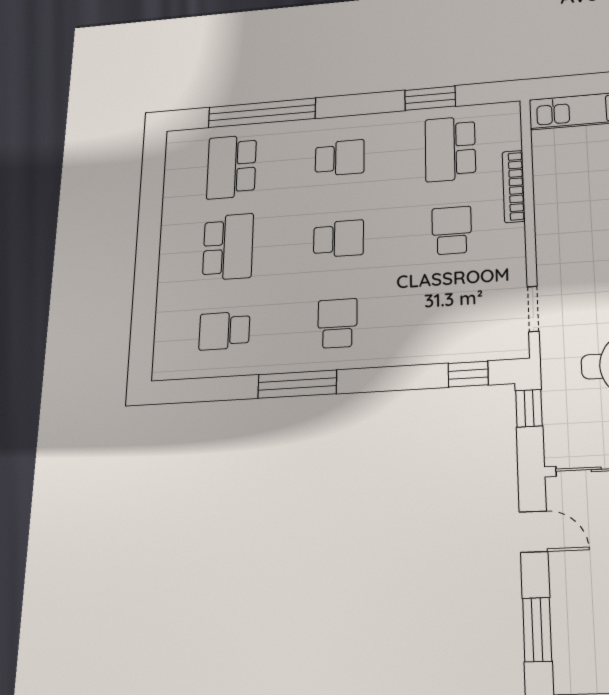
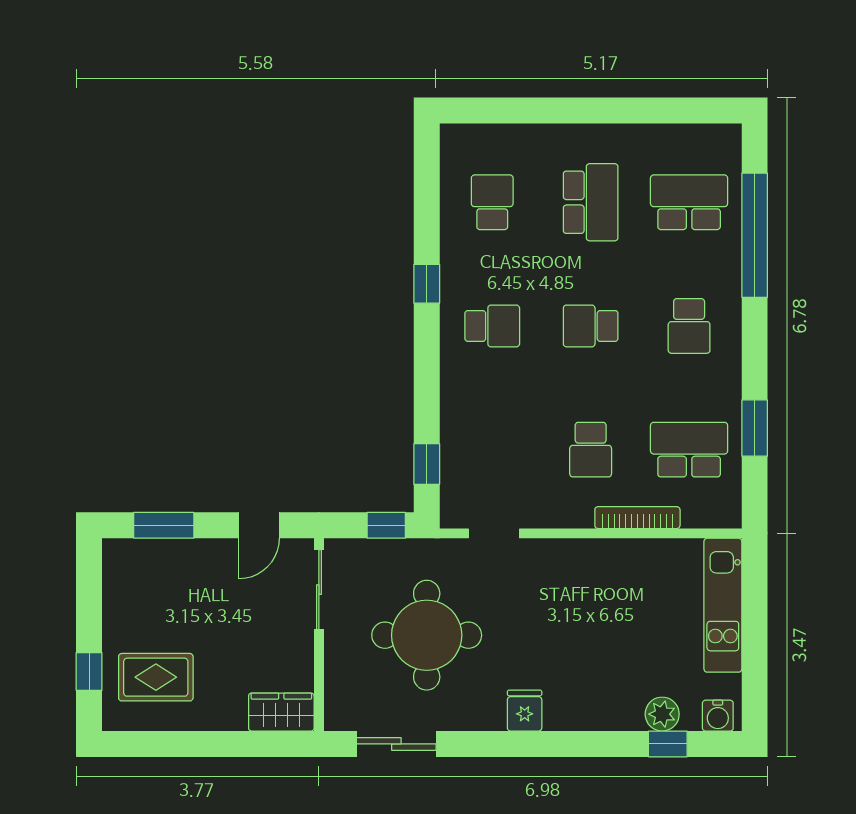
school desk: (452, 230) -> (591, 450), turned 90
school desk: (339, 239) -> (591, 326), turned 90
school desk: (228, 247) -> (591, 202), turned -90
window: (297, 384) -> (427, 284), width x0.46

